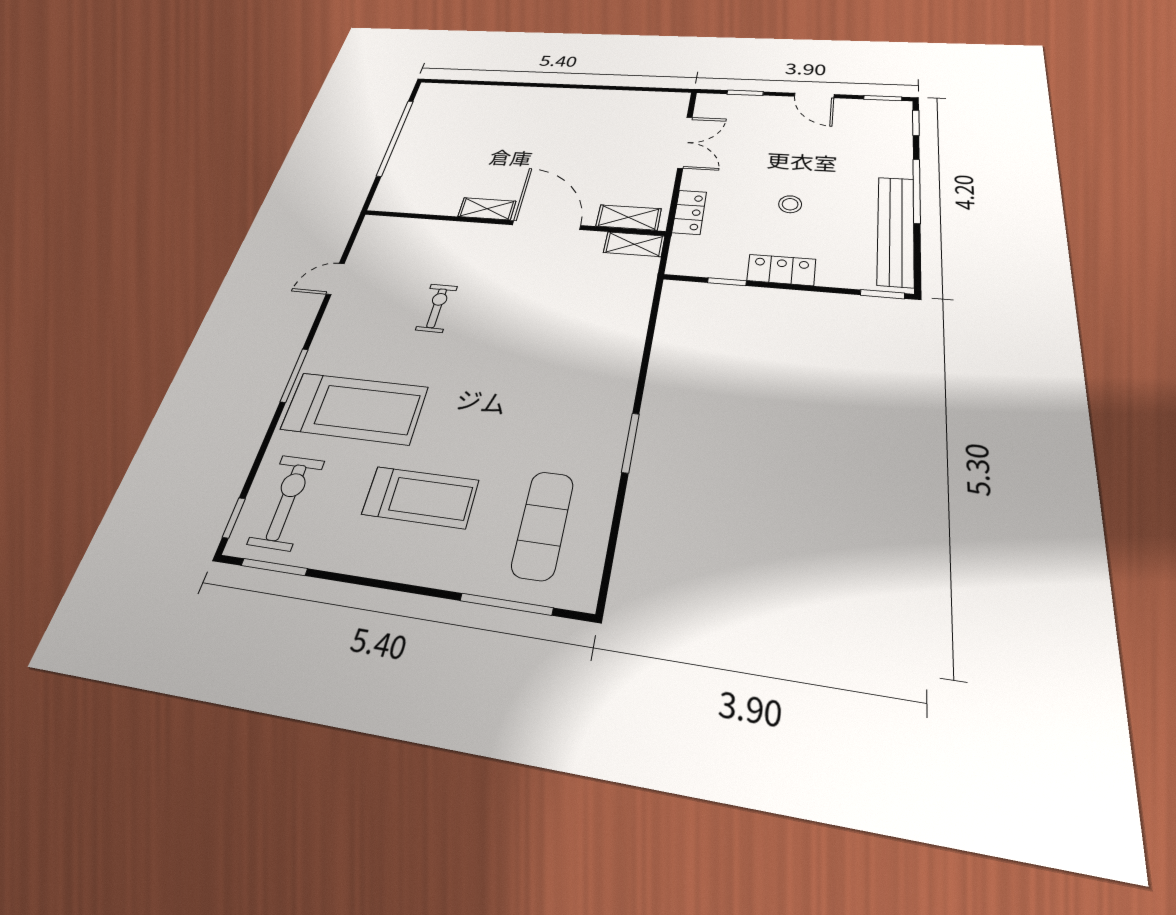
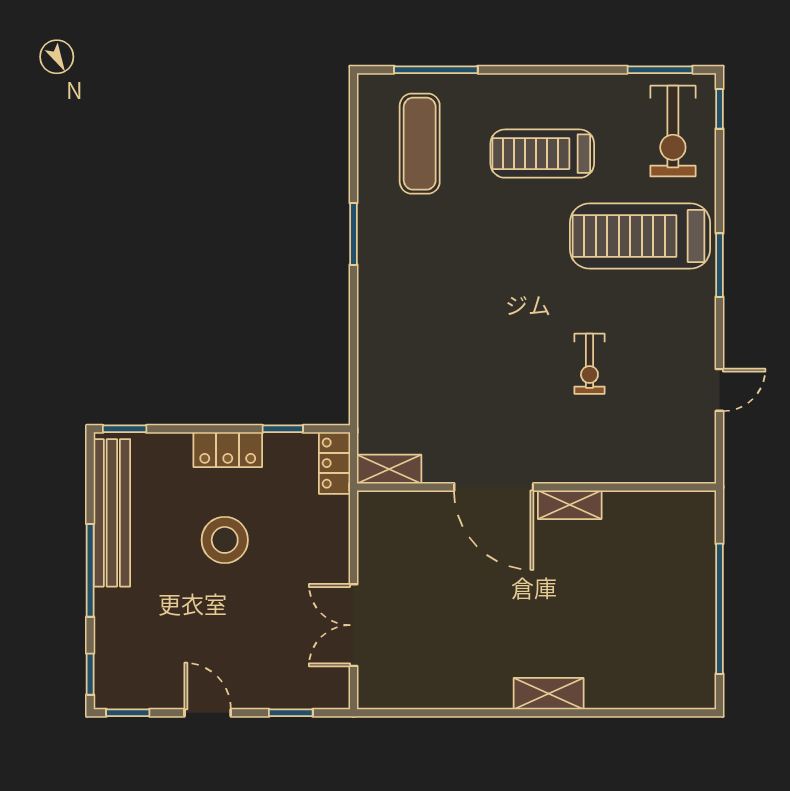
stool: (790, 204) -> (225, 540), width x1.89, depth x1.89
locker: (689, 212) -> (334, 463), moved
shelving: (629, 217) -> (549, 694), moved

